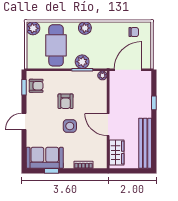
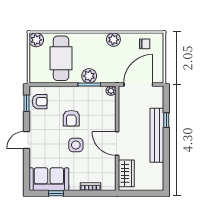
plant: (85, 28) -> (113, 40), moved
bench: (145, 143) -> (157, 135), moved

